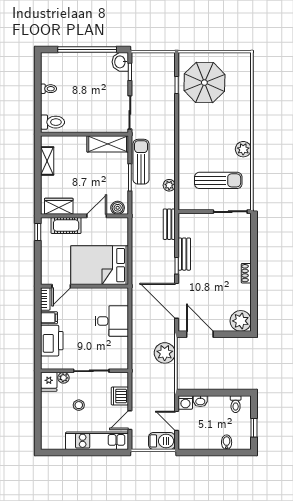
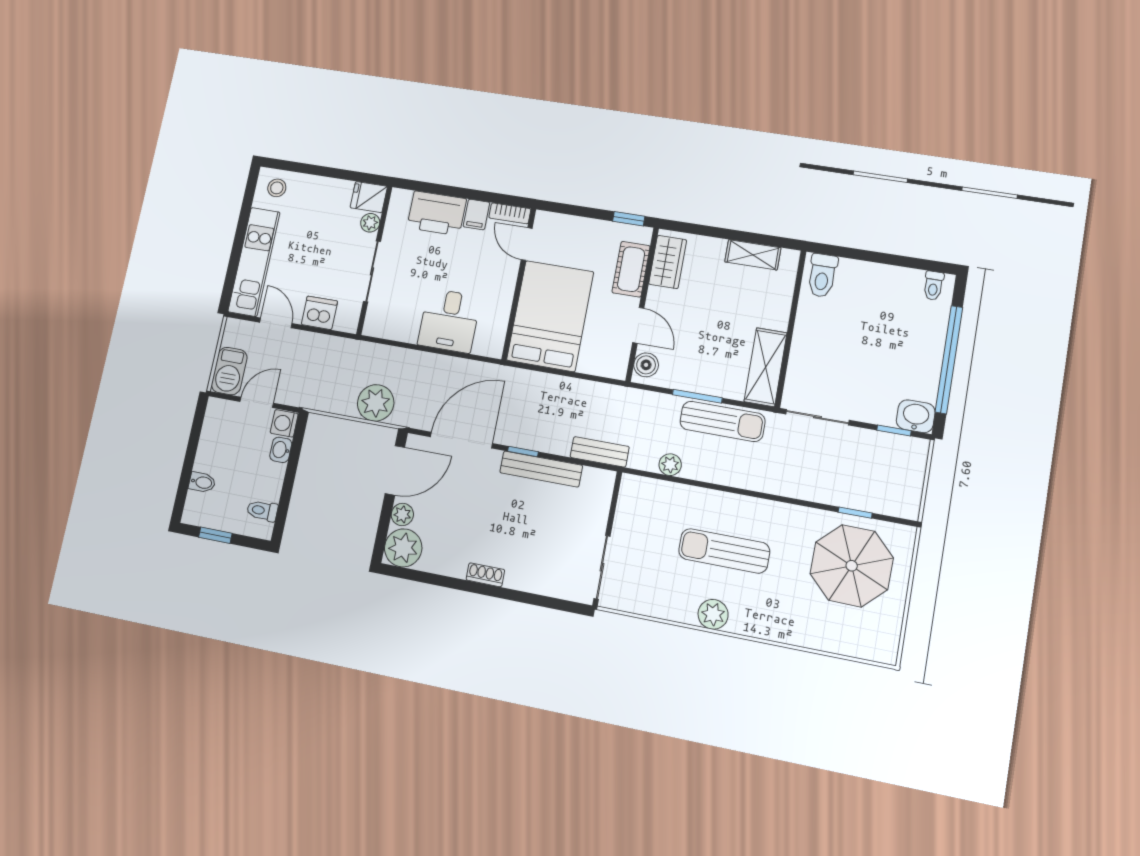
toilet: (49, 89) -> (933, 286), moved
sun lounger: (218, 180) -> (724, 551), moved, turned 90
bench: (184, 254) -> (541, 469), width x1.36
plant: (223, 325) -> (402, 514), added
stool: (79, 405) -> (277, 188), moved

